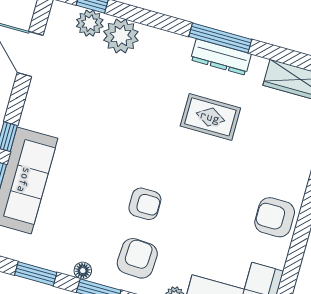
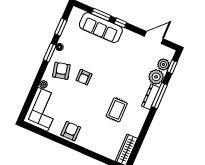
window: (220, 38) -> (159, 96), moved
dresser: (221, 57) -> (151, 97), moved
armchair: (137, 258) -> (61, 71), turned -106

